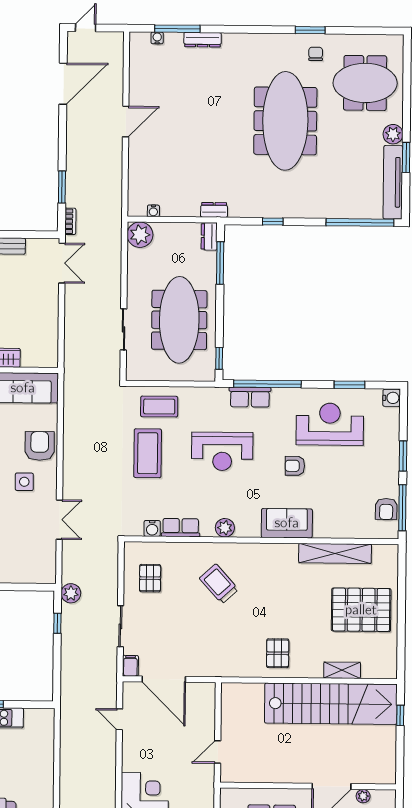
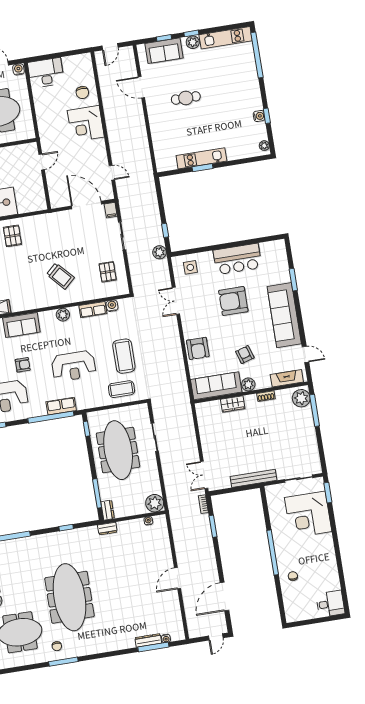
window: (310, 30) -> (63, 662), width x1.44
dresser: (203, 40) -> (148, 640), moved
reception desk: (222, 451) -> (74, 366), turned 180
side table: (24, 482) -> (190, 267), moved

